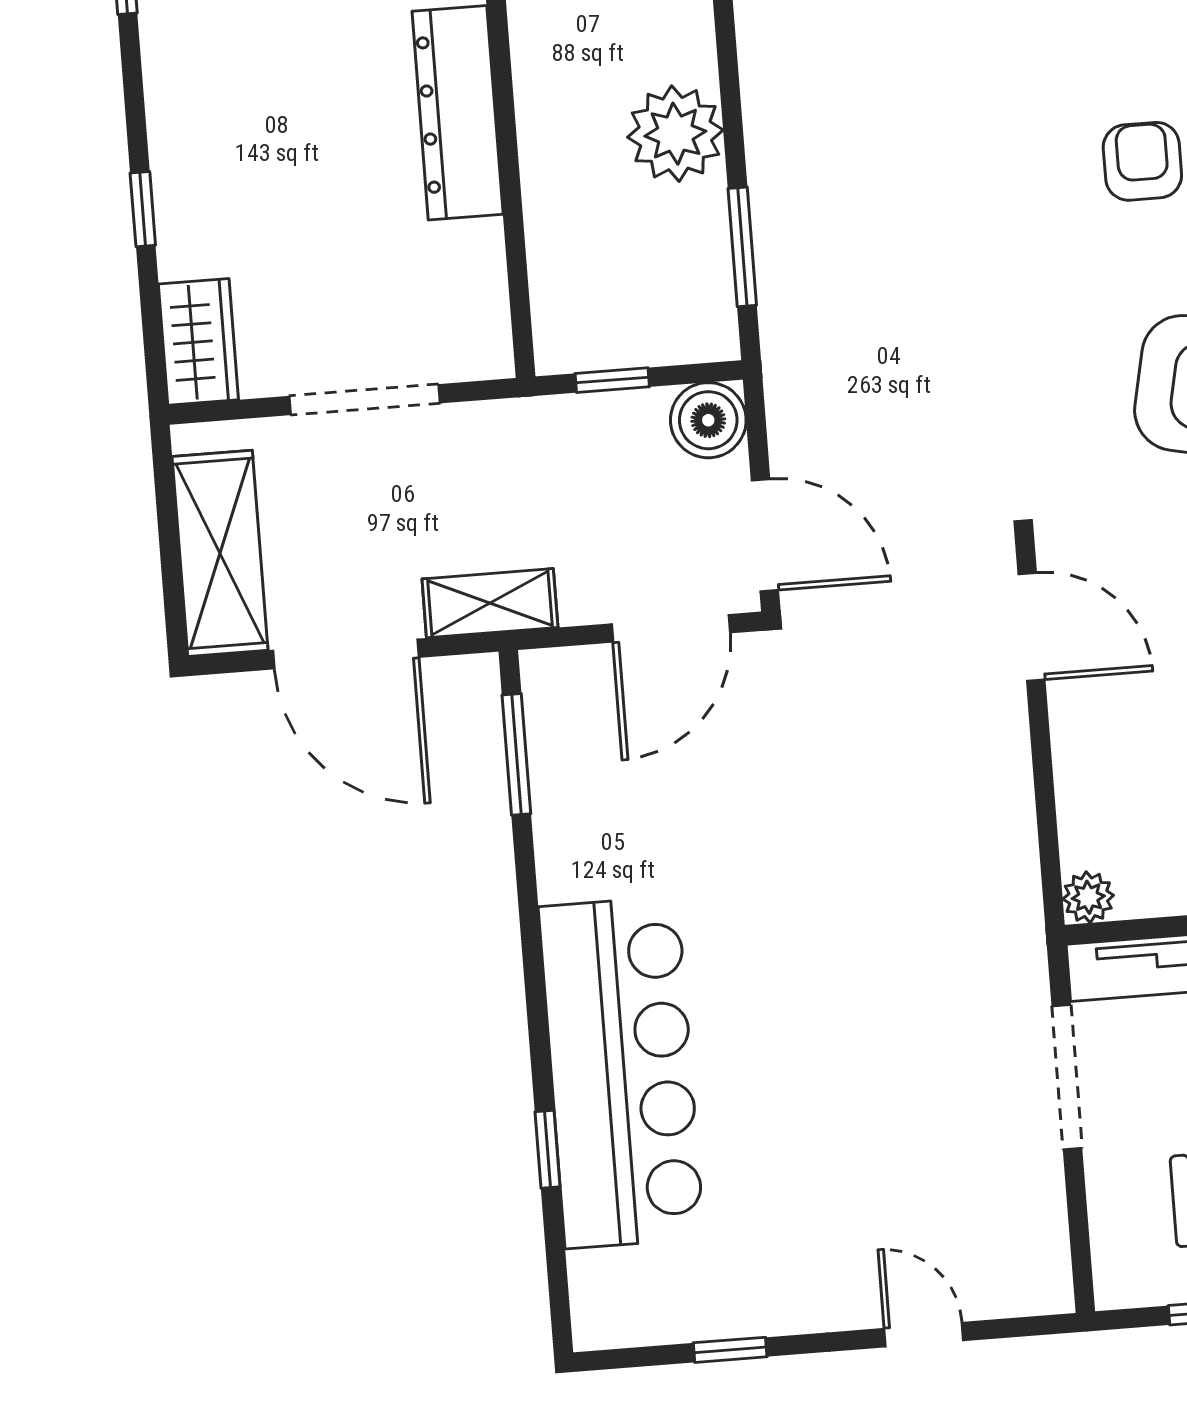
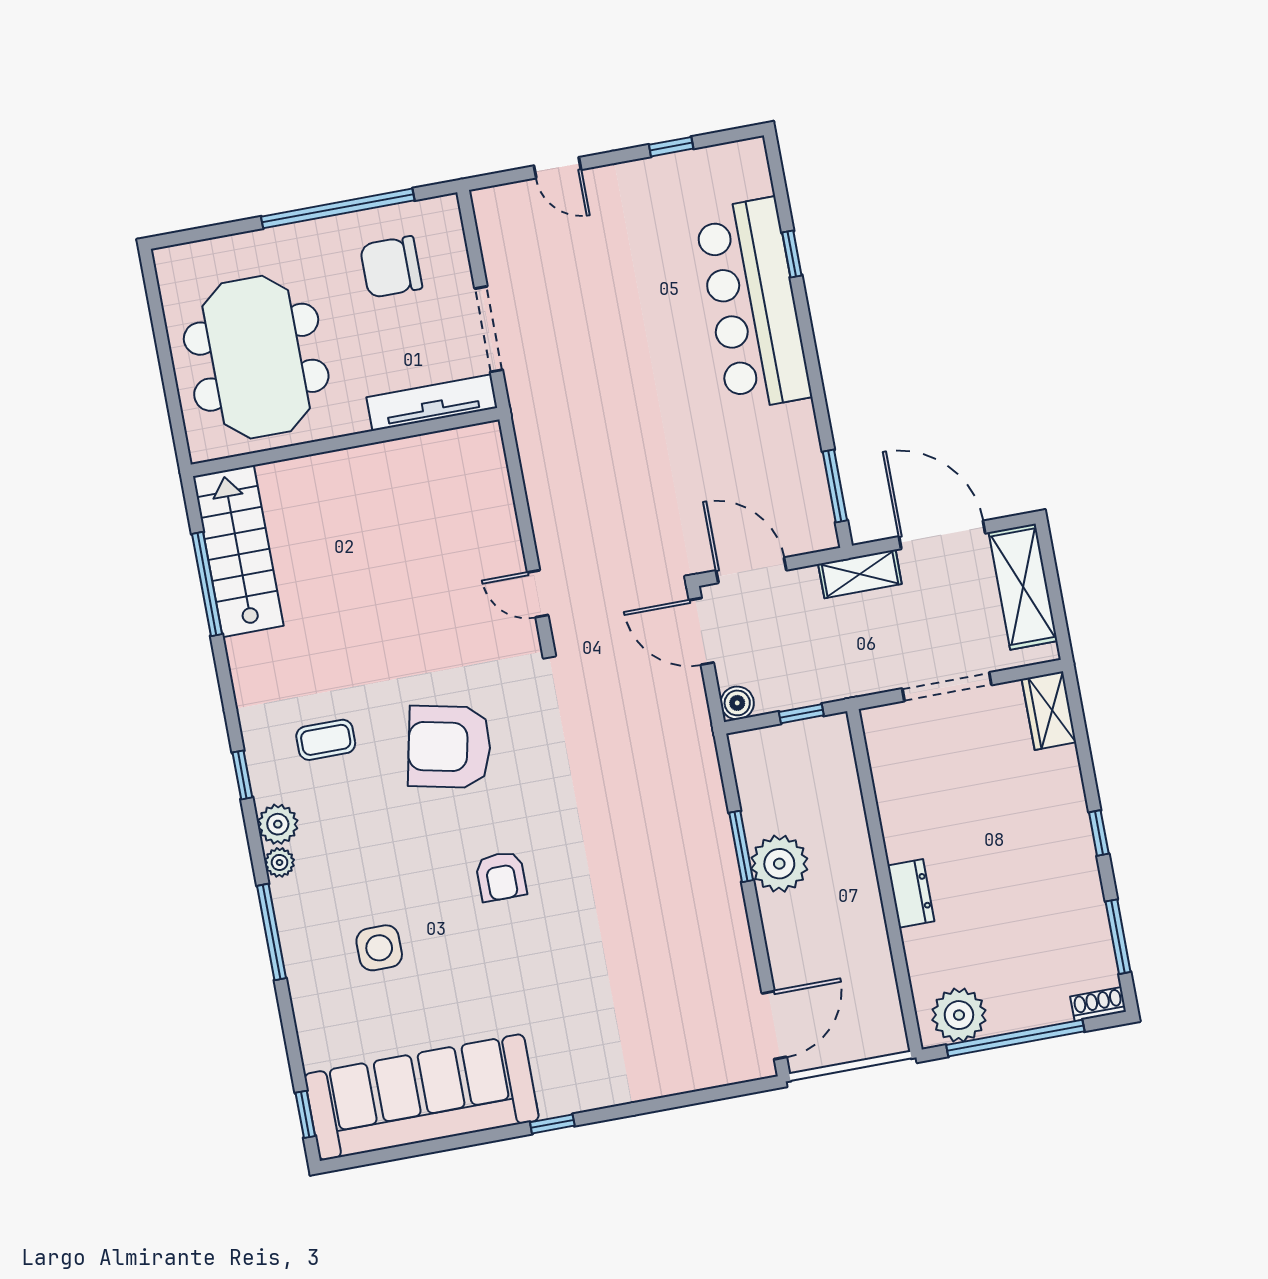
dresser: (458, 113) -> (911, 893), width x0.51, depth x0.80
window: (143, 209) -> (1099, 833), moved
window: (742, 247) -> (741, 846), moved
boiler: (708, 420) -> (737, 703), width x0.73, depth x0.73
door: (1031, 627) -> (538, 594), width x0.73
door: (671, 628) -> (751, 570), hinge flipped
plant: (1088, 897) -> (487, 437), removed

